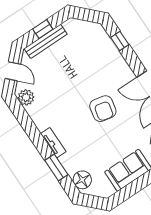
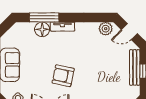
window: (56, 168) -> (44, 17), width x1.44
floor lamp: (82, 180) -> (42, 29), moved

